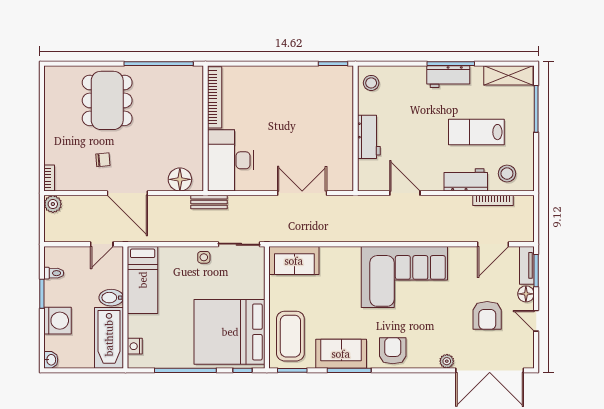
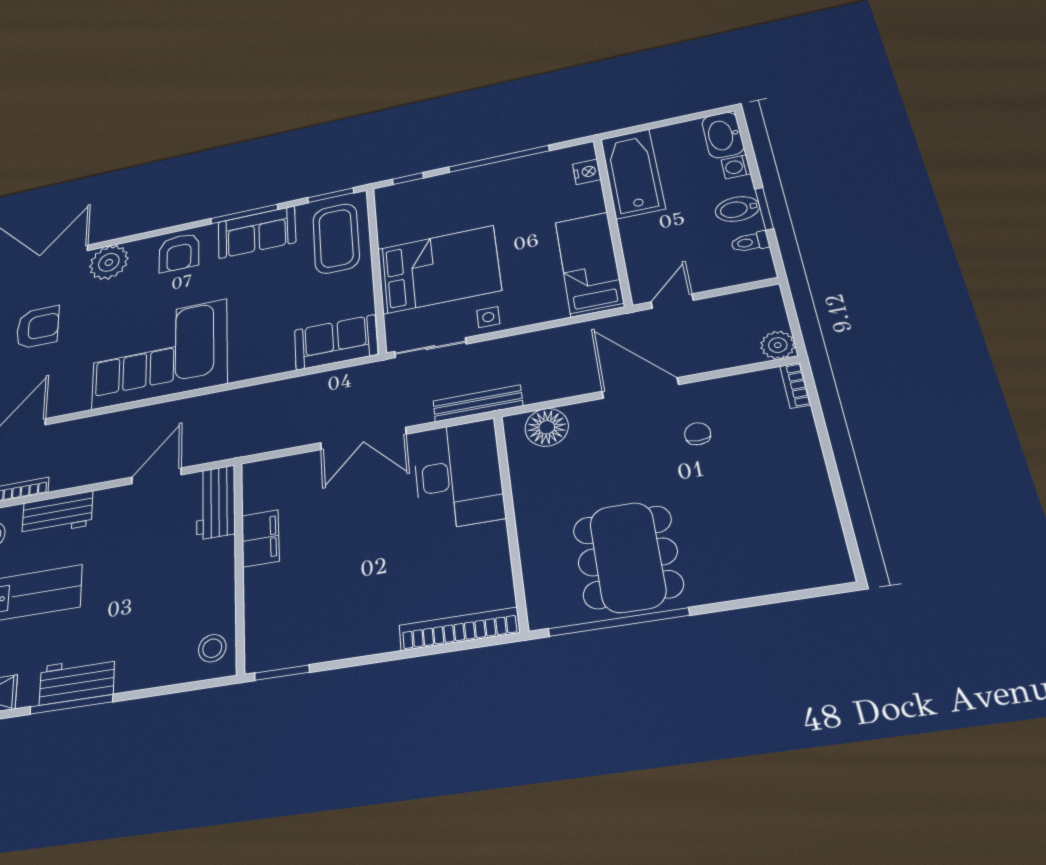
bookcase: (215, 97) -> (459, 629), moved, turned 90
dining table: (107, 100) -> (628, 557), moved
workbench: (369, 137) -> (216, 502), moved
filing cabinet: (343, 142) -> (261, 538), added
chair: (103, 160) -> (698, 434), turned 95
double door: (302, 193) -> (363, 438), moved
door: (405, 193) -> (157, 476), swing flipped
bench: (209, 202) -> (478, 403), width x1.36
bidet: (111, 298) -> (737, 209), moved, turned 180
armchair: (487, 315) -> (38, 327), turned 90
washing machine: (58, 321) -> (736, 167), width x0.53, depth x0.53
bed: (230, 332) -> (438, 270), moved, width x0.73
washbasin: (51, 360) -> (723, 135), width x1.91, depth x1.45
plant: (447, 361) -> (109, 262), width x1.88, depth x1.88

